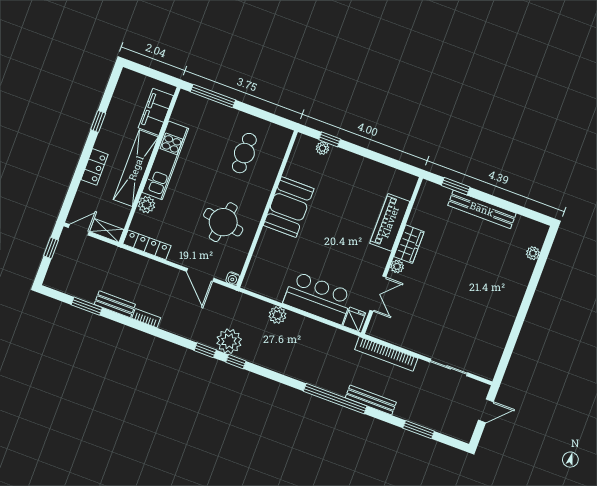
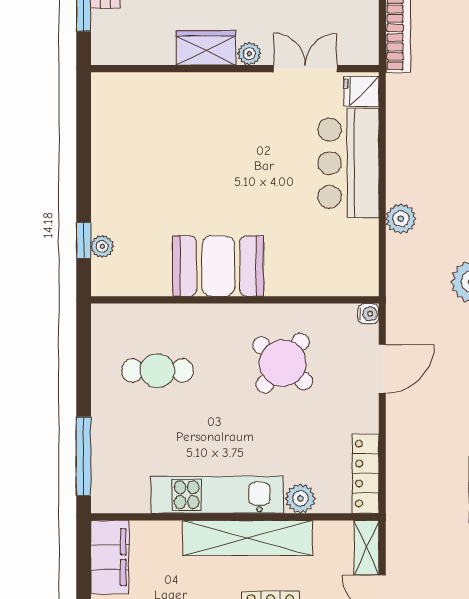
filing cabinet: (156, 112) -> (110, 557), moved, turned -90
round table: (223, 222) -> (283, 363), turned 30
piano: (390, 222) -> (182, 92), removed

